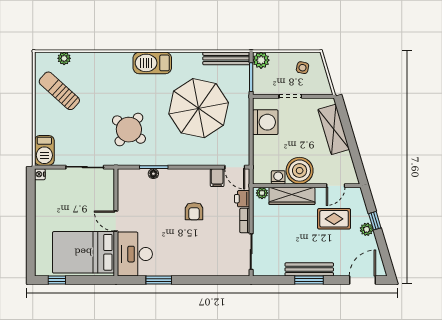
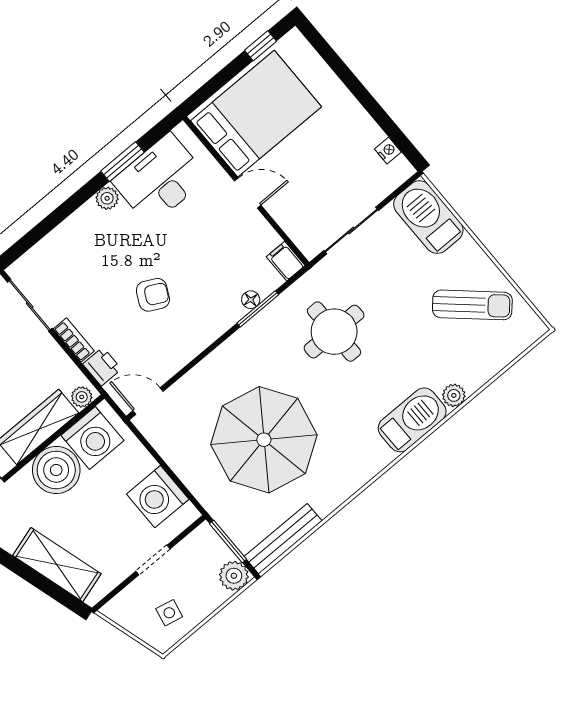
plant: (64, 58) -> (454, 395), moved
barbecue: (152, 63) -> (412, 420), moved
round table: (129, 130) -> (334, 332), turned -38
barbecue: (44, 150) -> (428, 217), width x1.37, depth x1.21
nightstand: (40, 174) -> (388, 150), moved
washing machine: (278, 177) -> (92, 438), width x1.89, depth x1.89
filing cabinet: (217, 178) -> (286, 261), moved
armchair: (194, 211) -> (153, 295), turned 117
desk: (135, 254) -> (160, 179), moved, turned -90
plant: (179, 270) -> (107, 198), added

